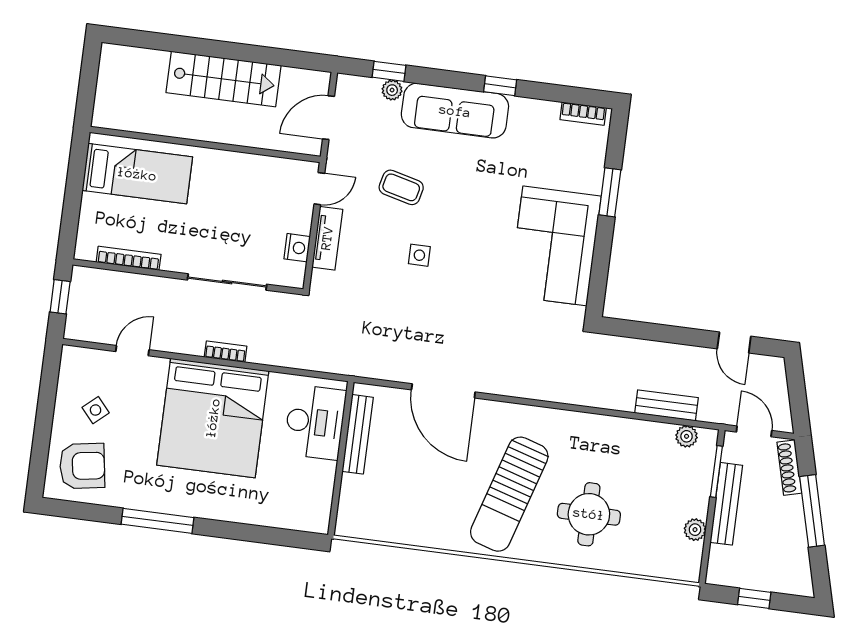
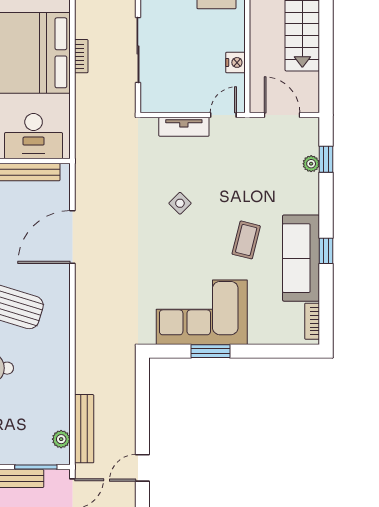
sofa: (455, 111) -> (301, 258), moved
coffee table: (401, 187) -> (246, 240), moved
door: (319, 189) -> (223, 115), swing flipped
window: (610, 192) -> (211, 351), moved
nightstand: (297, 248) -> (235, 62), moved, turned -90
side table: (419, 255) -> (180, 203), turned 45
bench: (666, 405) -> (84, 429), width x1.36

